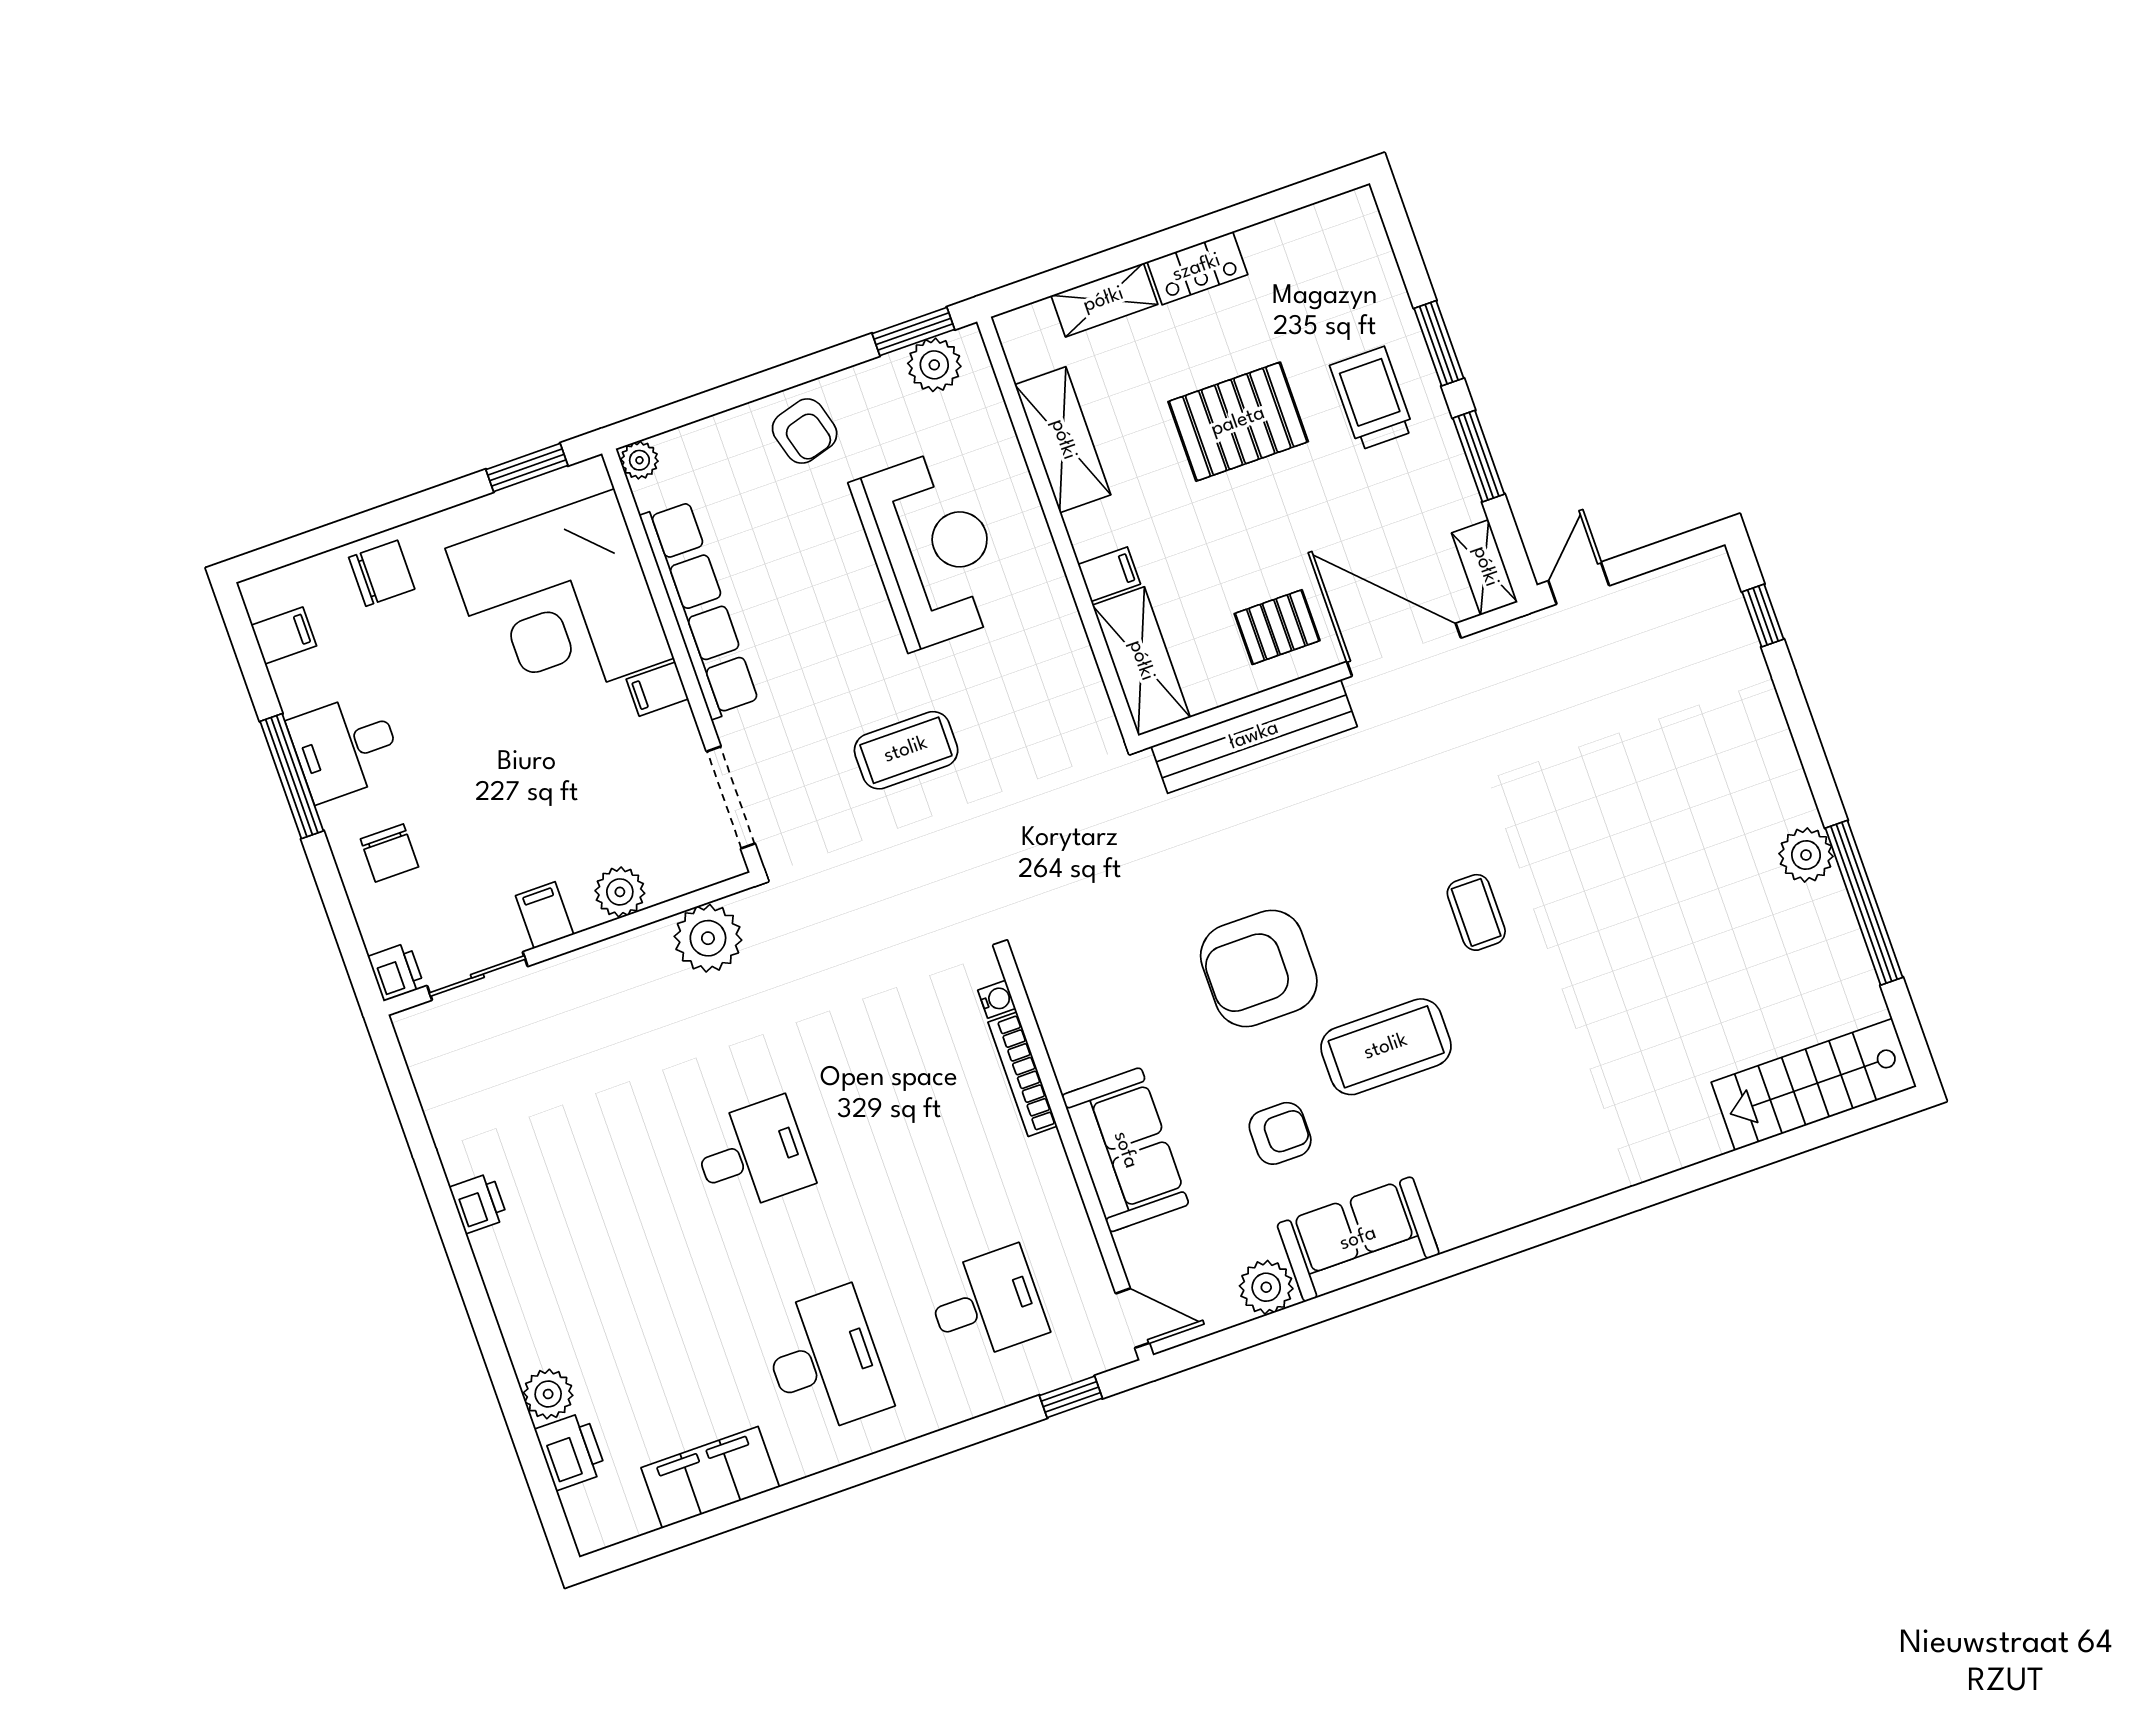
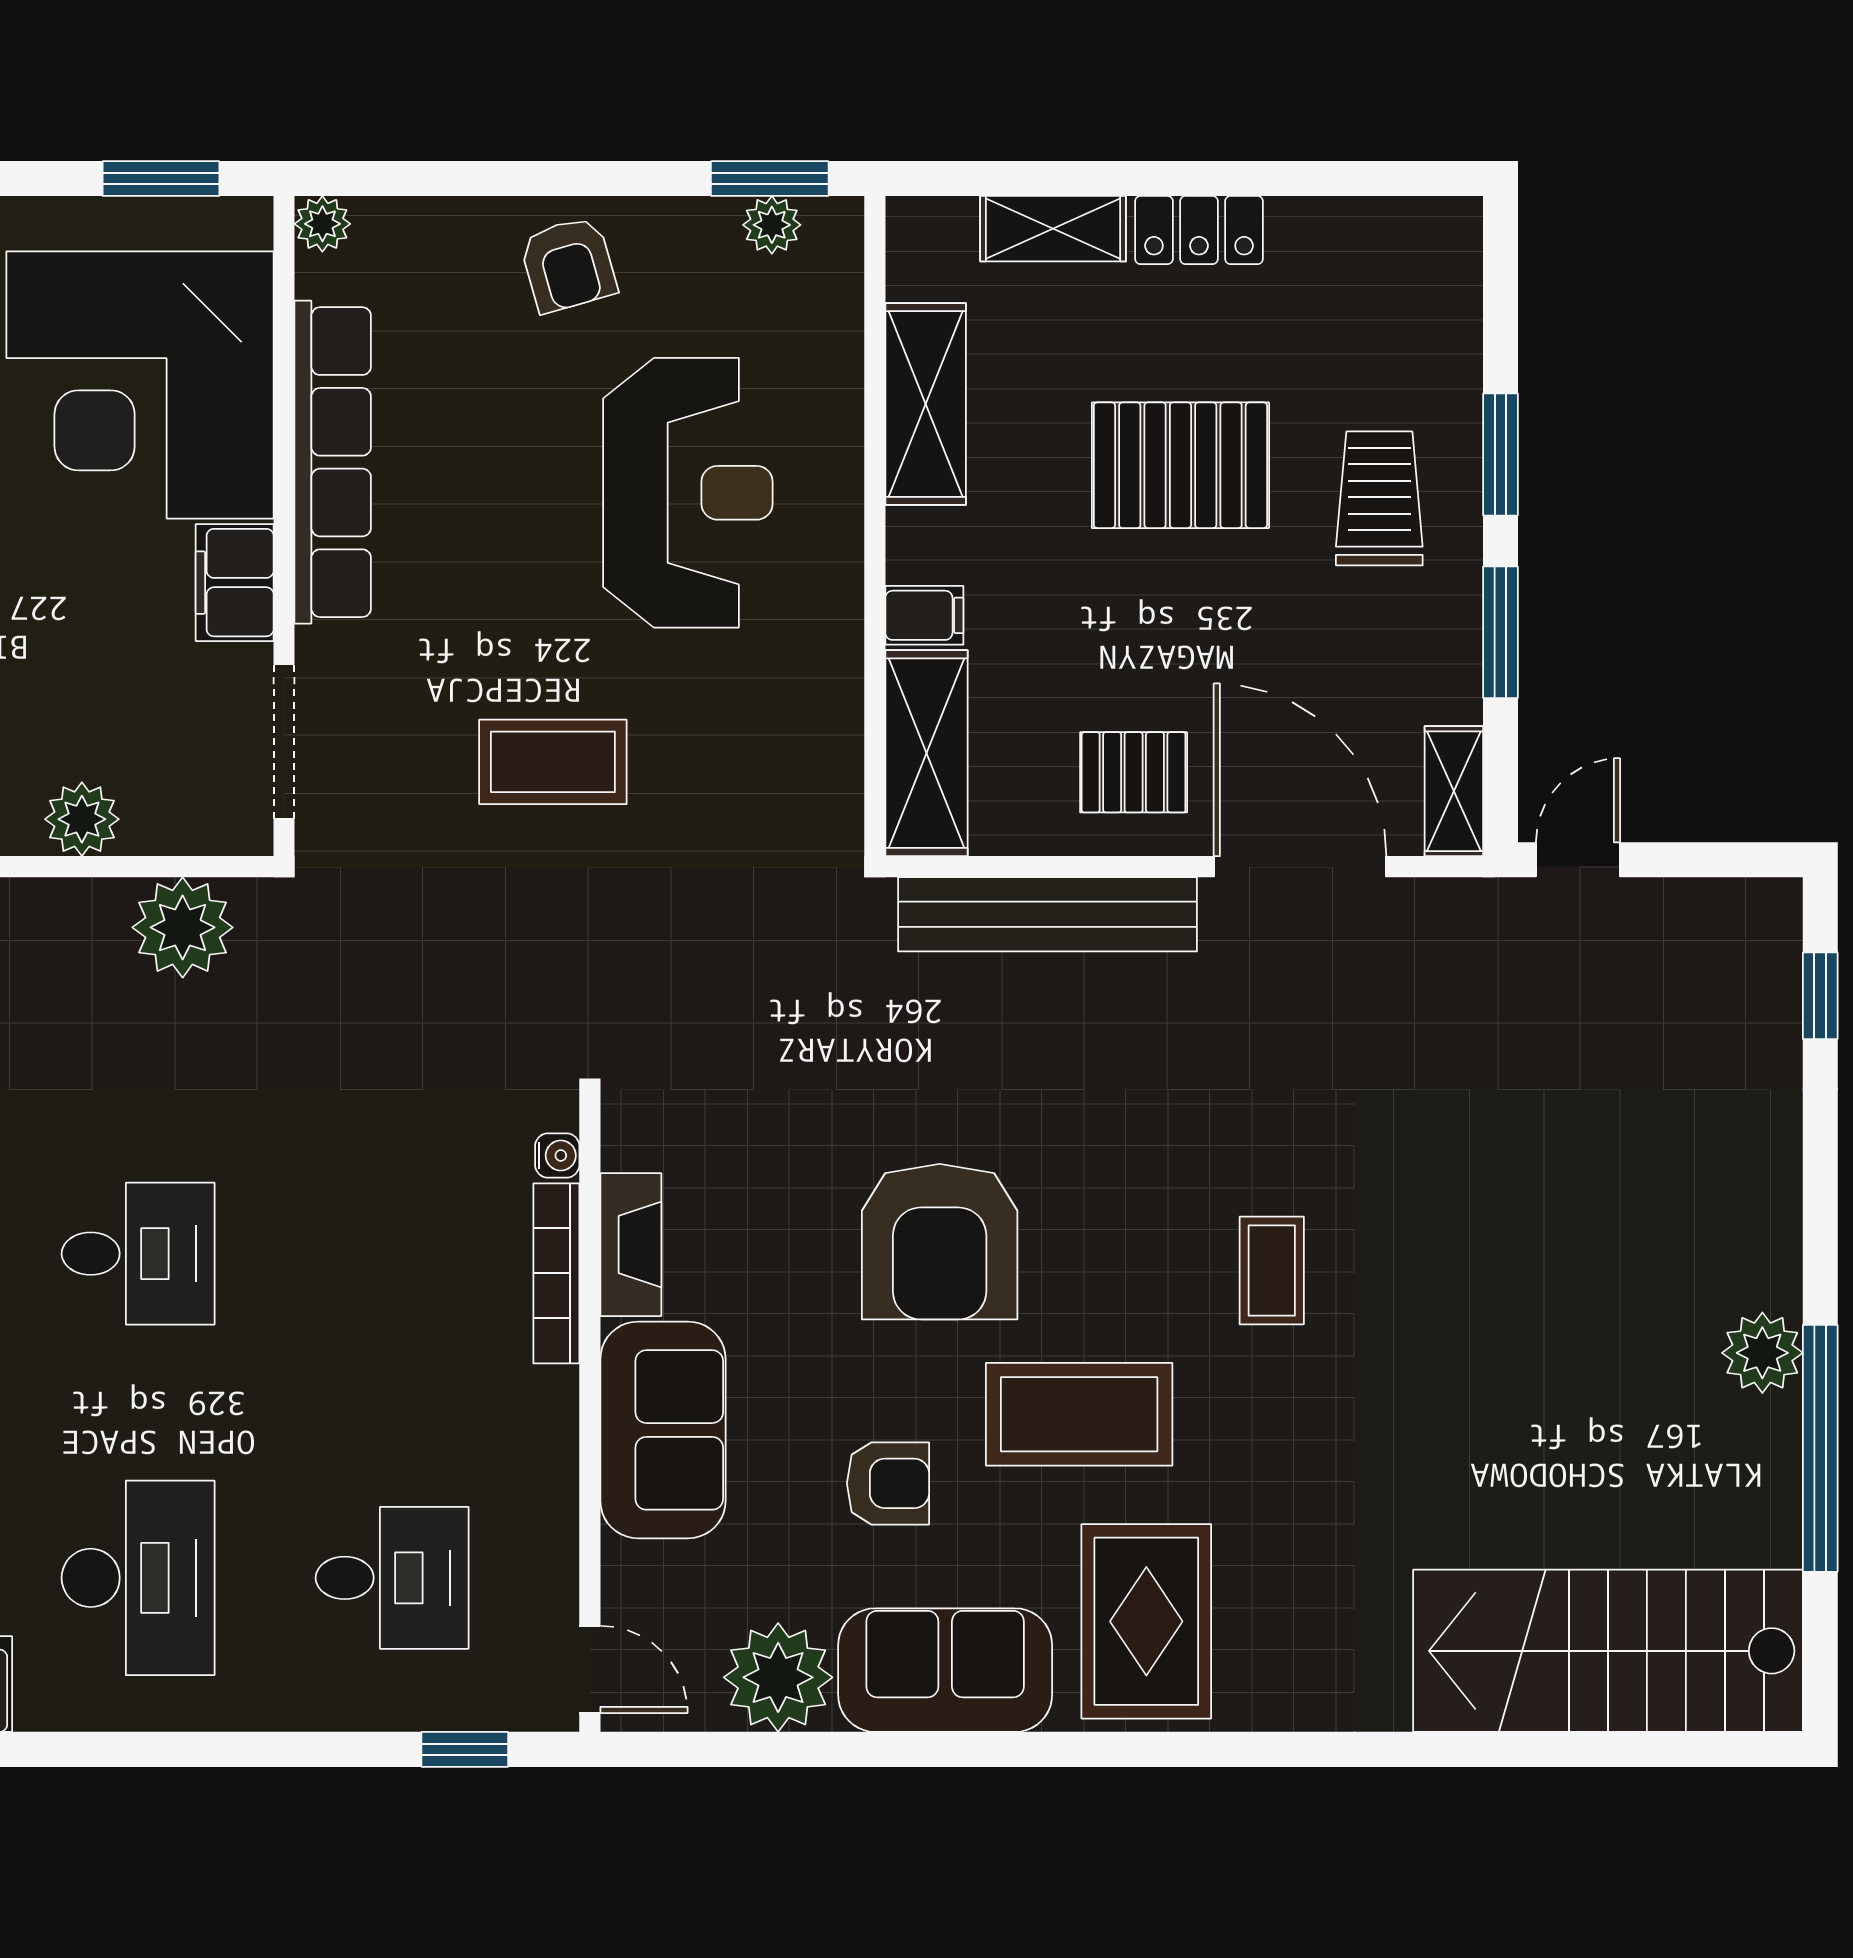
plant: (934, 365) -> (772, 225), width x0.73, depth x0.73
filing cabinet: (657, 689) -> (235, 583), width x2.00
armchair: (1259, 968) -> (940, 1242), turned -90
fireplace: (1063, 1039) -> (631, 1245), added
stairs: (1814, 1084) -> (1608, 1651), width x1.36, depth x1.51
rug: (1475, 1163) -> (1146, 1621), added
plant: (1266, 1287) -> (778, 1677), width x1.36, depth x1.36

